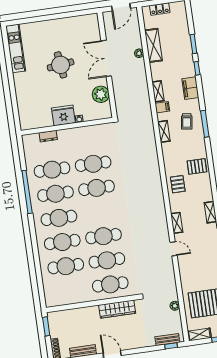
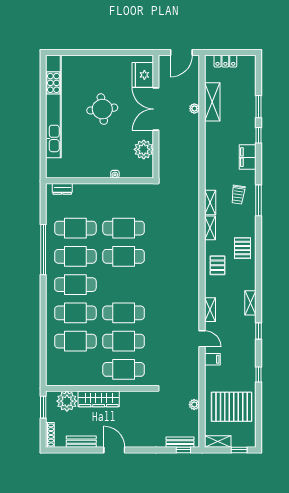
kitchen unit: (16, 48) -> (53, 107), width x1.86
shelving: (158, 91) -> (210, 228), moved
filing cabinet: (162, 107) -> (212, 359), moved
fridge: (63, 115) -> (143, 75), moved, turned -90
dresser: (48, 136) -> (62, 189), moved
pallet: (197, 166) -> (242, 248), turned 90
wardrobe: (117, 309) -> (99, 399), moved
plant: (66, 318) -> (67, 401), added

